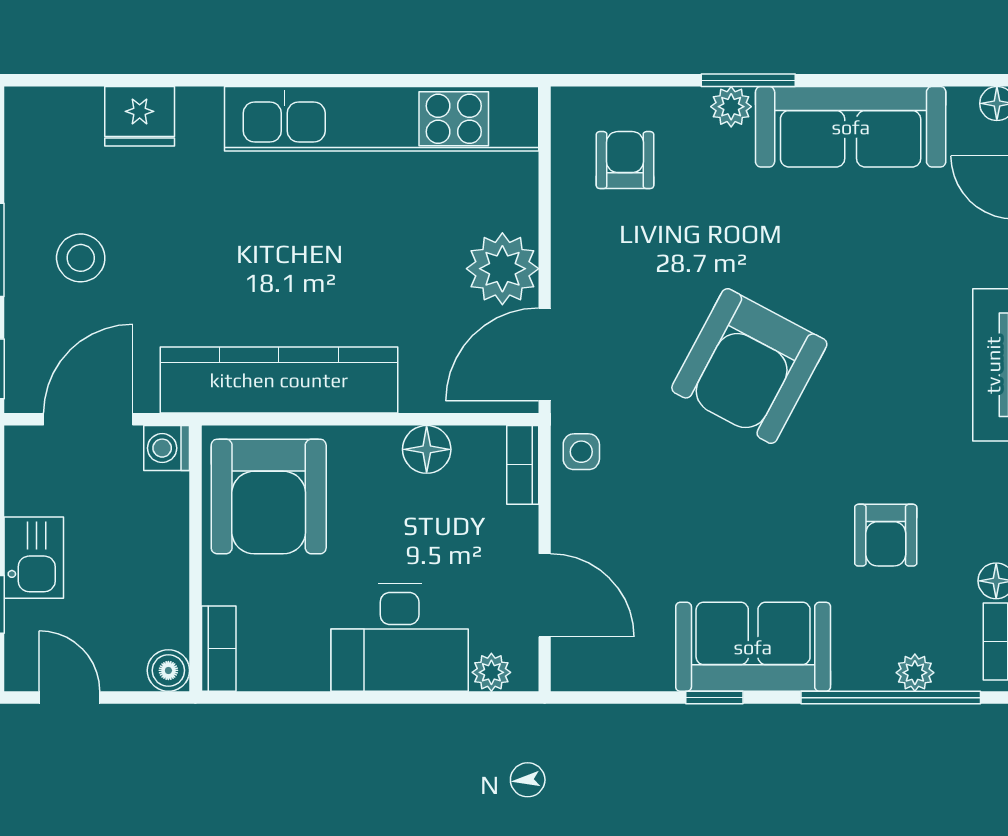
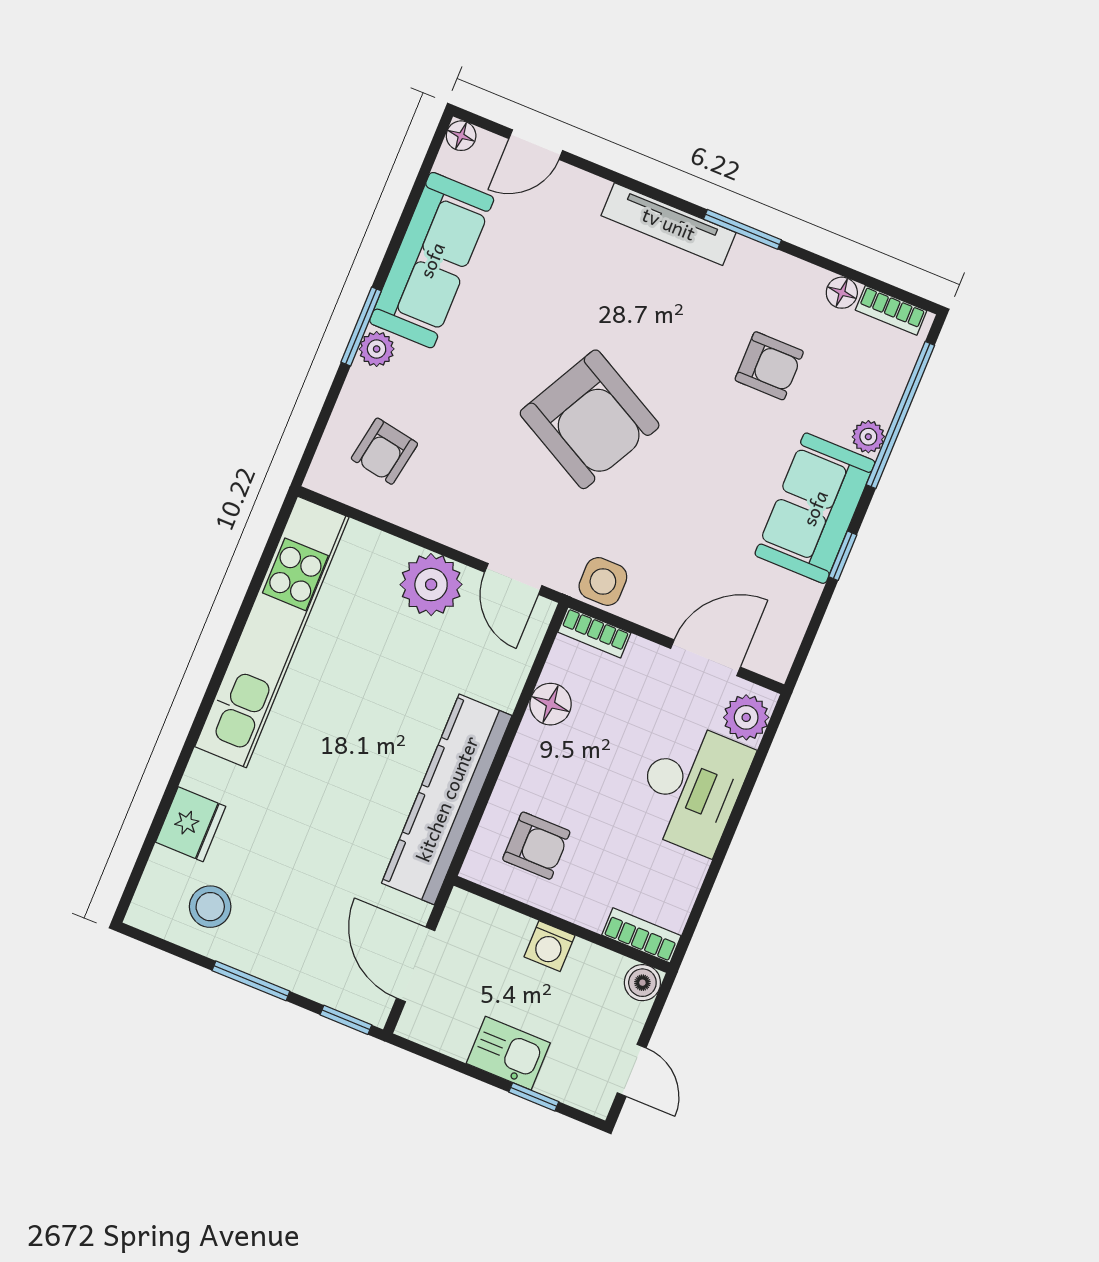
armchair: (625, 160) -> (384, 451), turned -80
stool: (81, 258) -> (210, 907), moved
door: (545, 354) -> (513, 579), width x0.73
washing machine: (167, 448) -> (550, 946), moved
side table: (581, 452) -> (603, 581), width x1.37, depth x1.37
armchair: (269, 496) -> (536, 846), width x0.53, depth x0.53
plant: (491, 672) -> (746, 717), width x1.38, depth x1.38
plant: (915, 673) -> (868, 437), moved
door: (70, 698) -> (632, 1070), swing flipped

